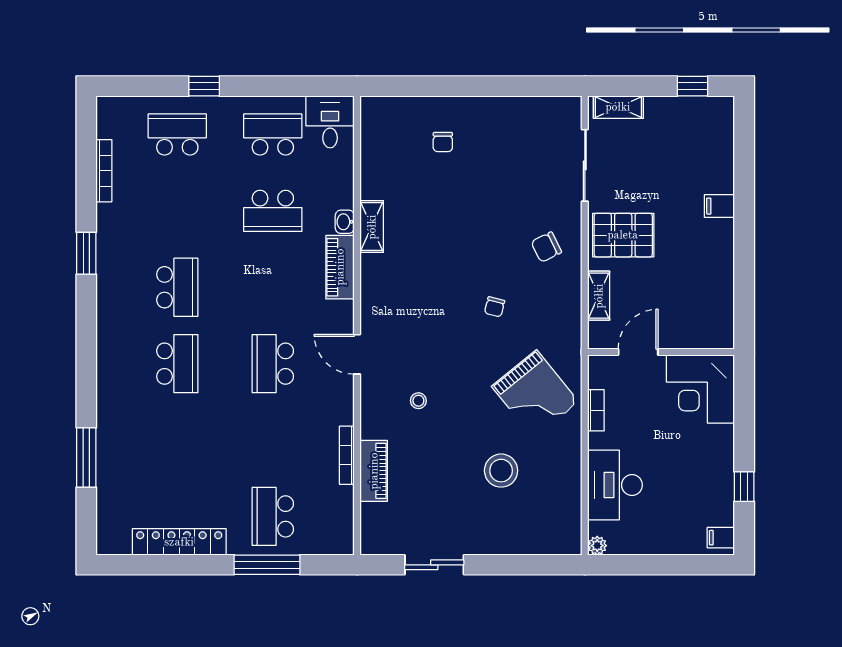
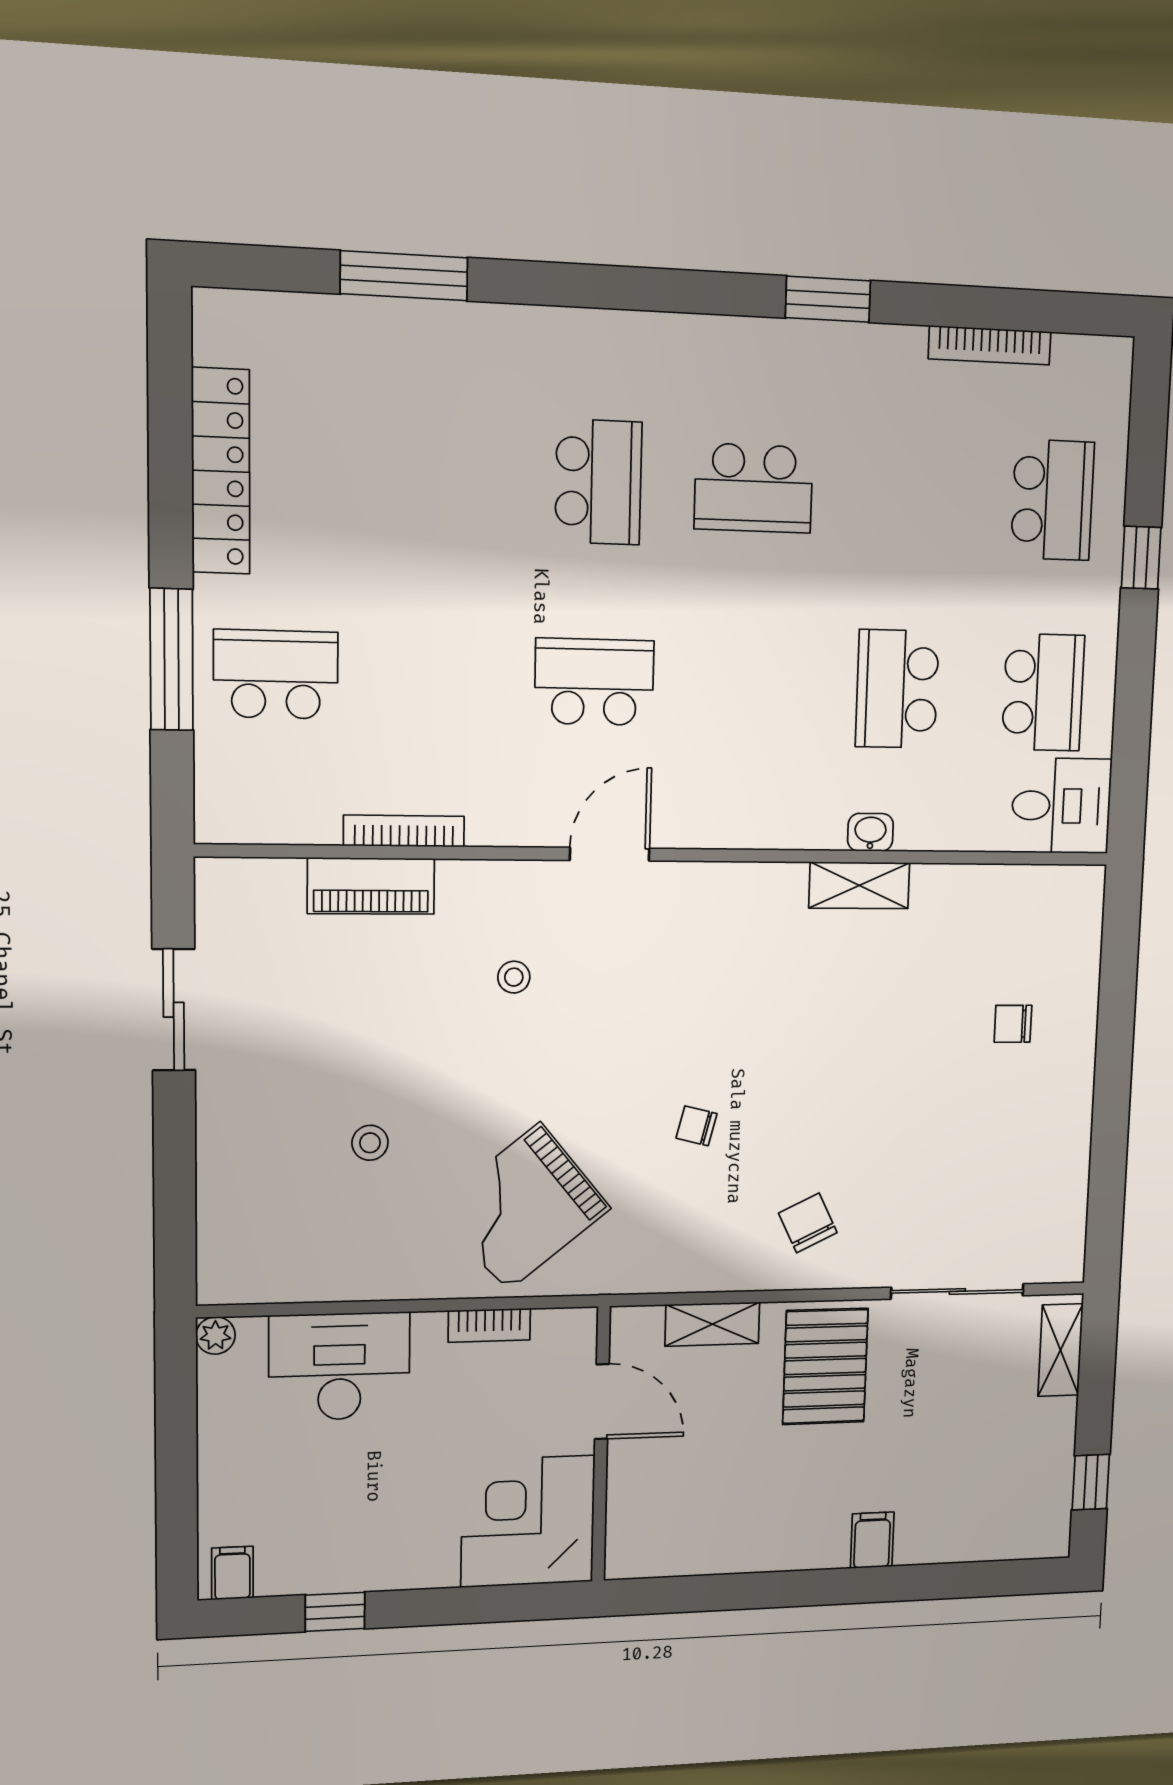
piano: (340, 267) -> (783, 822), removed
school desk: (177, 364) -> (598, 482), turned -90
stool: (501, 471) -> (370, 1143), width x0.53, depth x0.53

